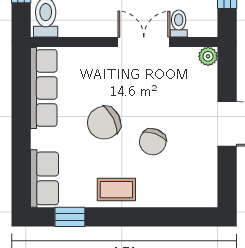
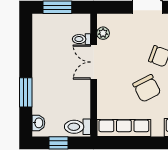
plant: (208, 56) -> (103, 33), moved

